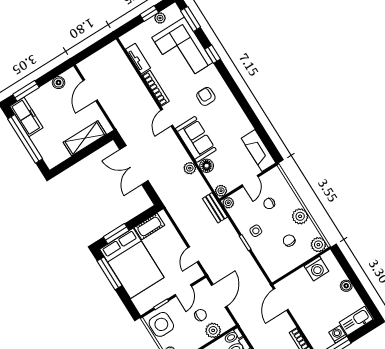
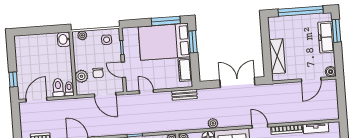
boiler: (59, 83) -> (331, 72), moved
door: (90, 90) -> (311, 79), swing flipped
freezer: (26, 117) -> (326, 37), moved, turned 90
bench: (215, 208) -> (184, 95), moved
side table: (161, 324) -> (107, 40), width x0.54, depth x0.54

